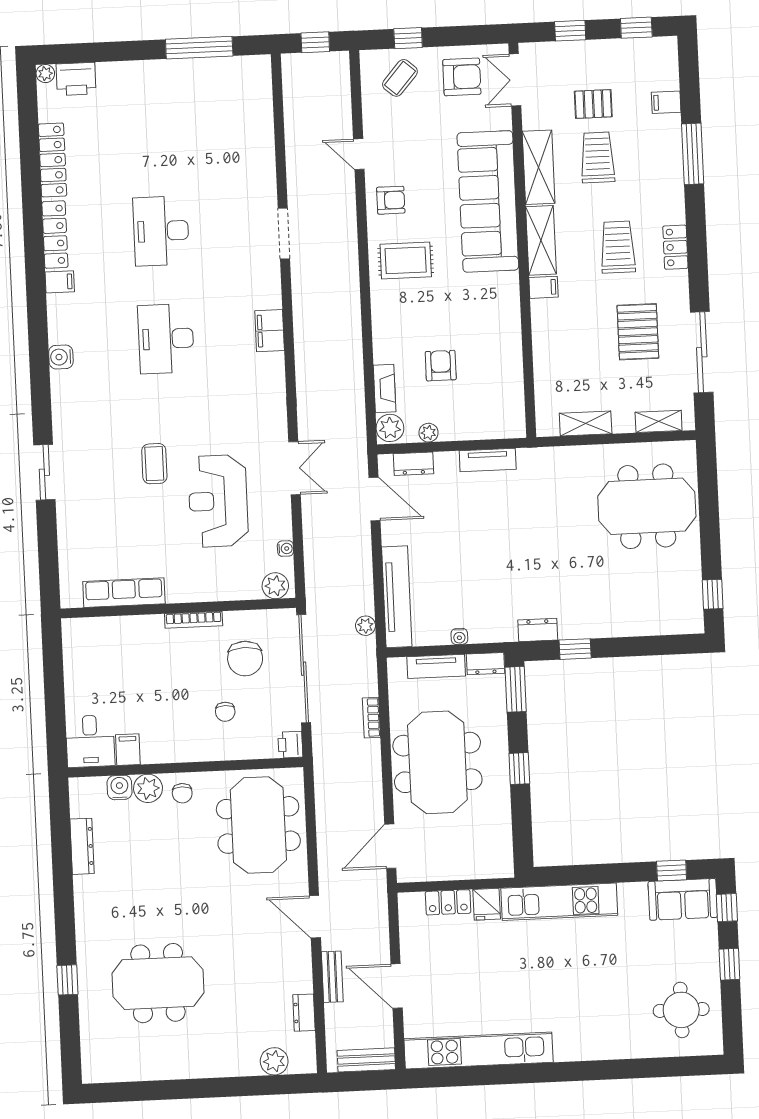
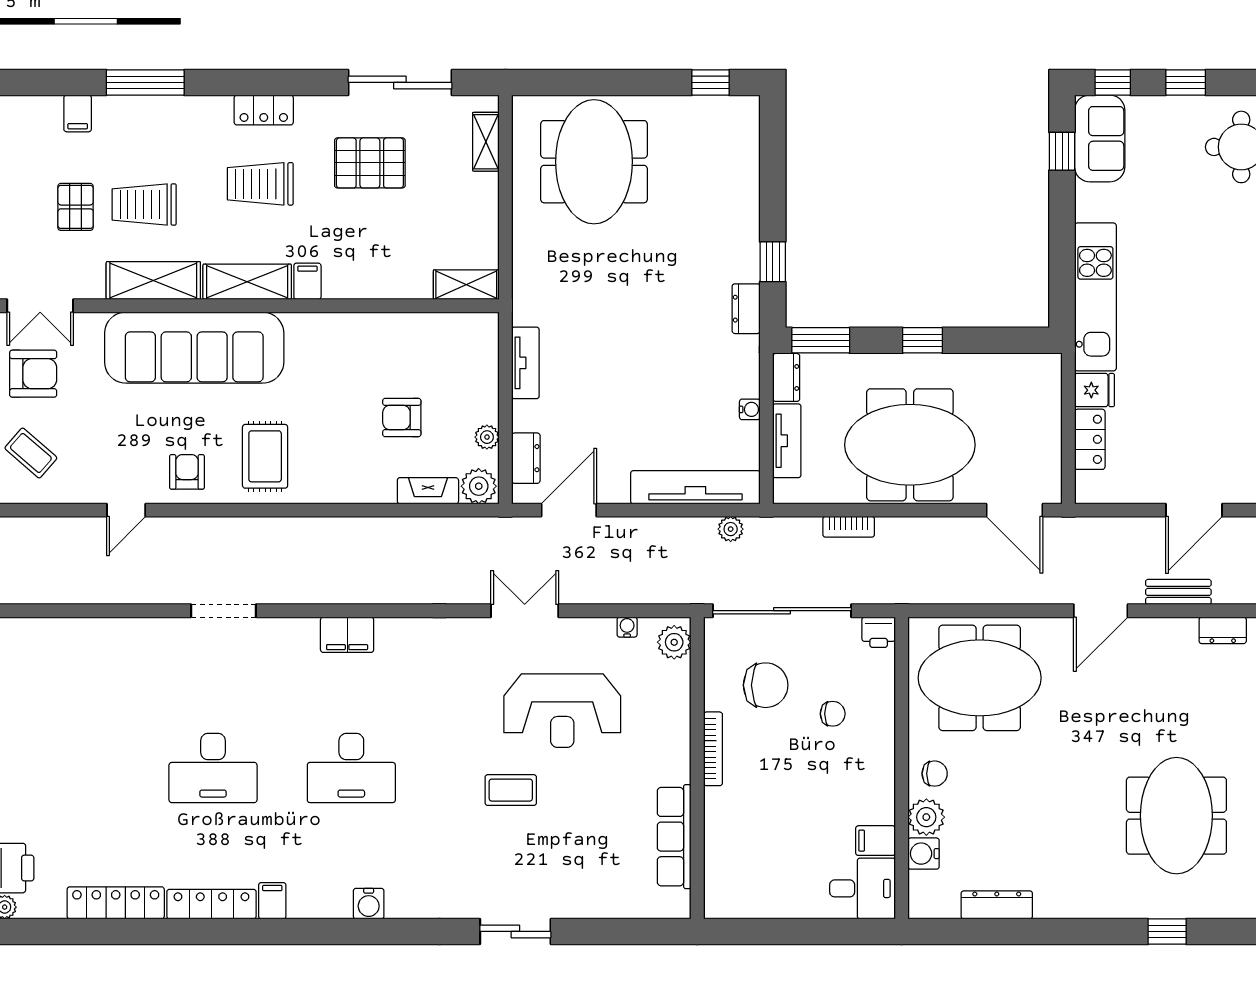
armchair: (462, 77) -> (33, 374), turned 90
shelving: (586, 423) -> (466, 285), moved, turned 90

